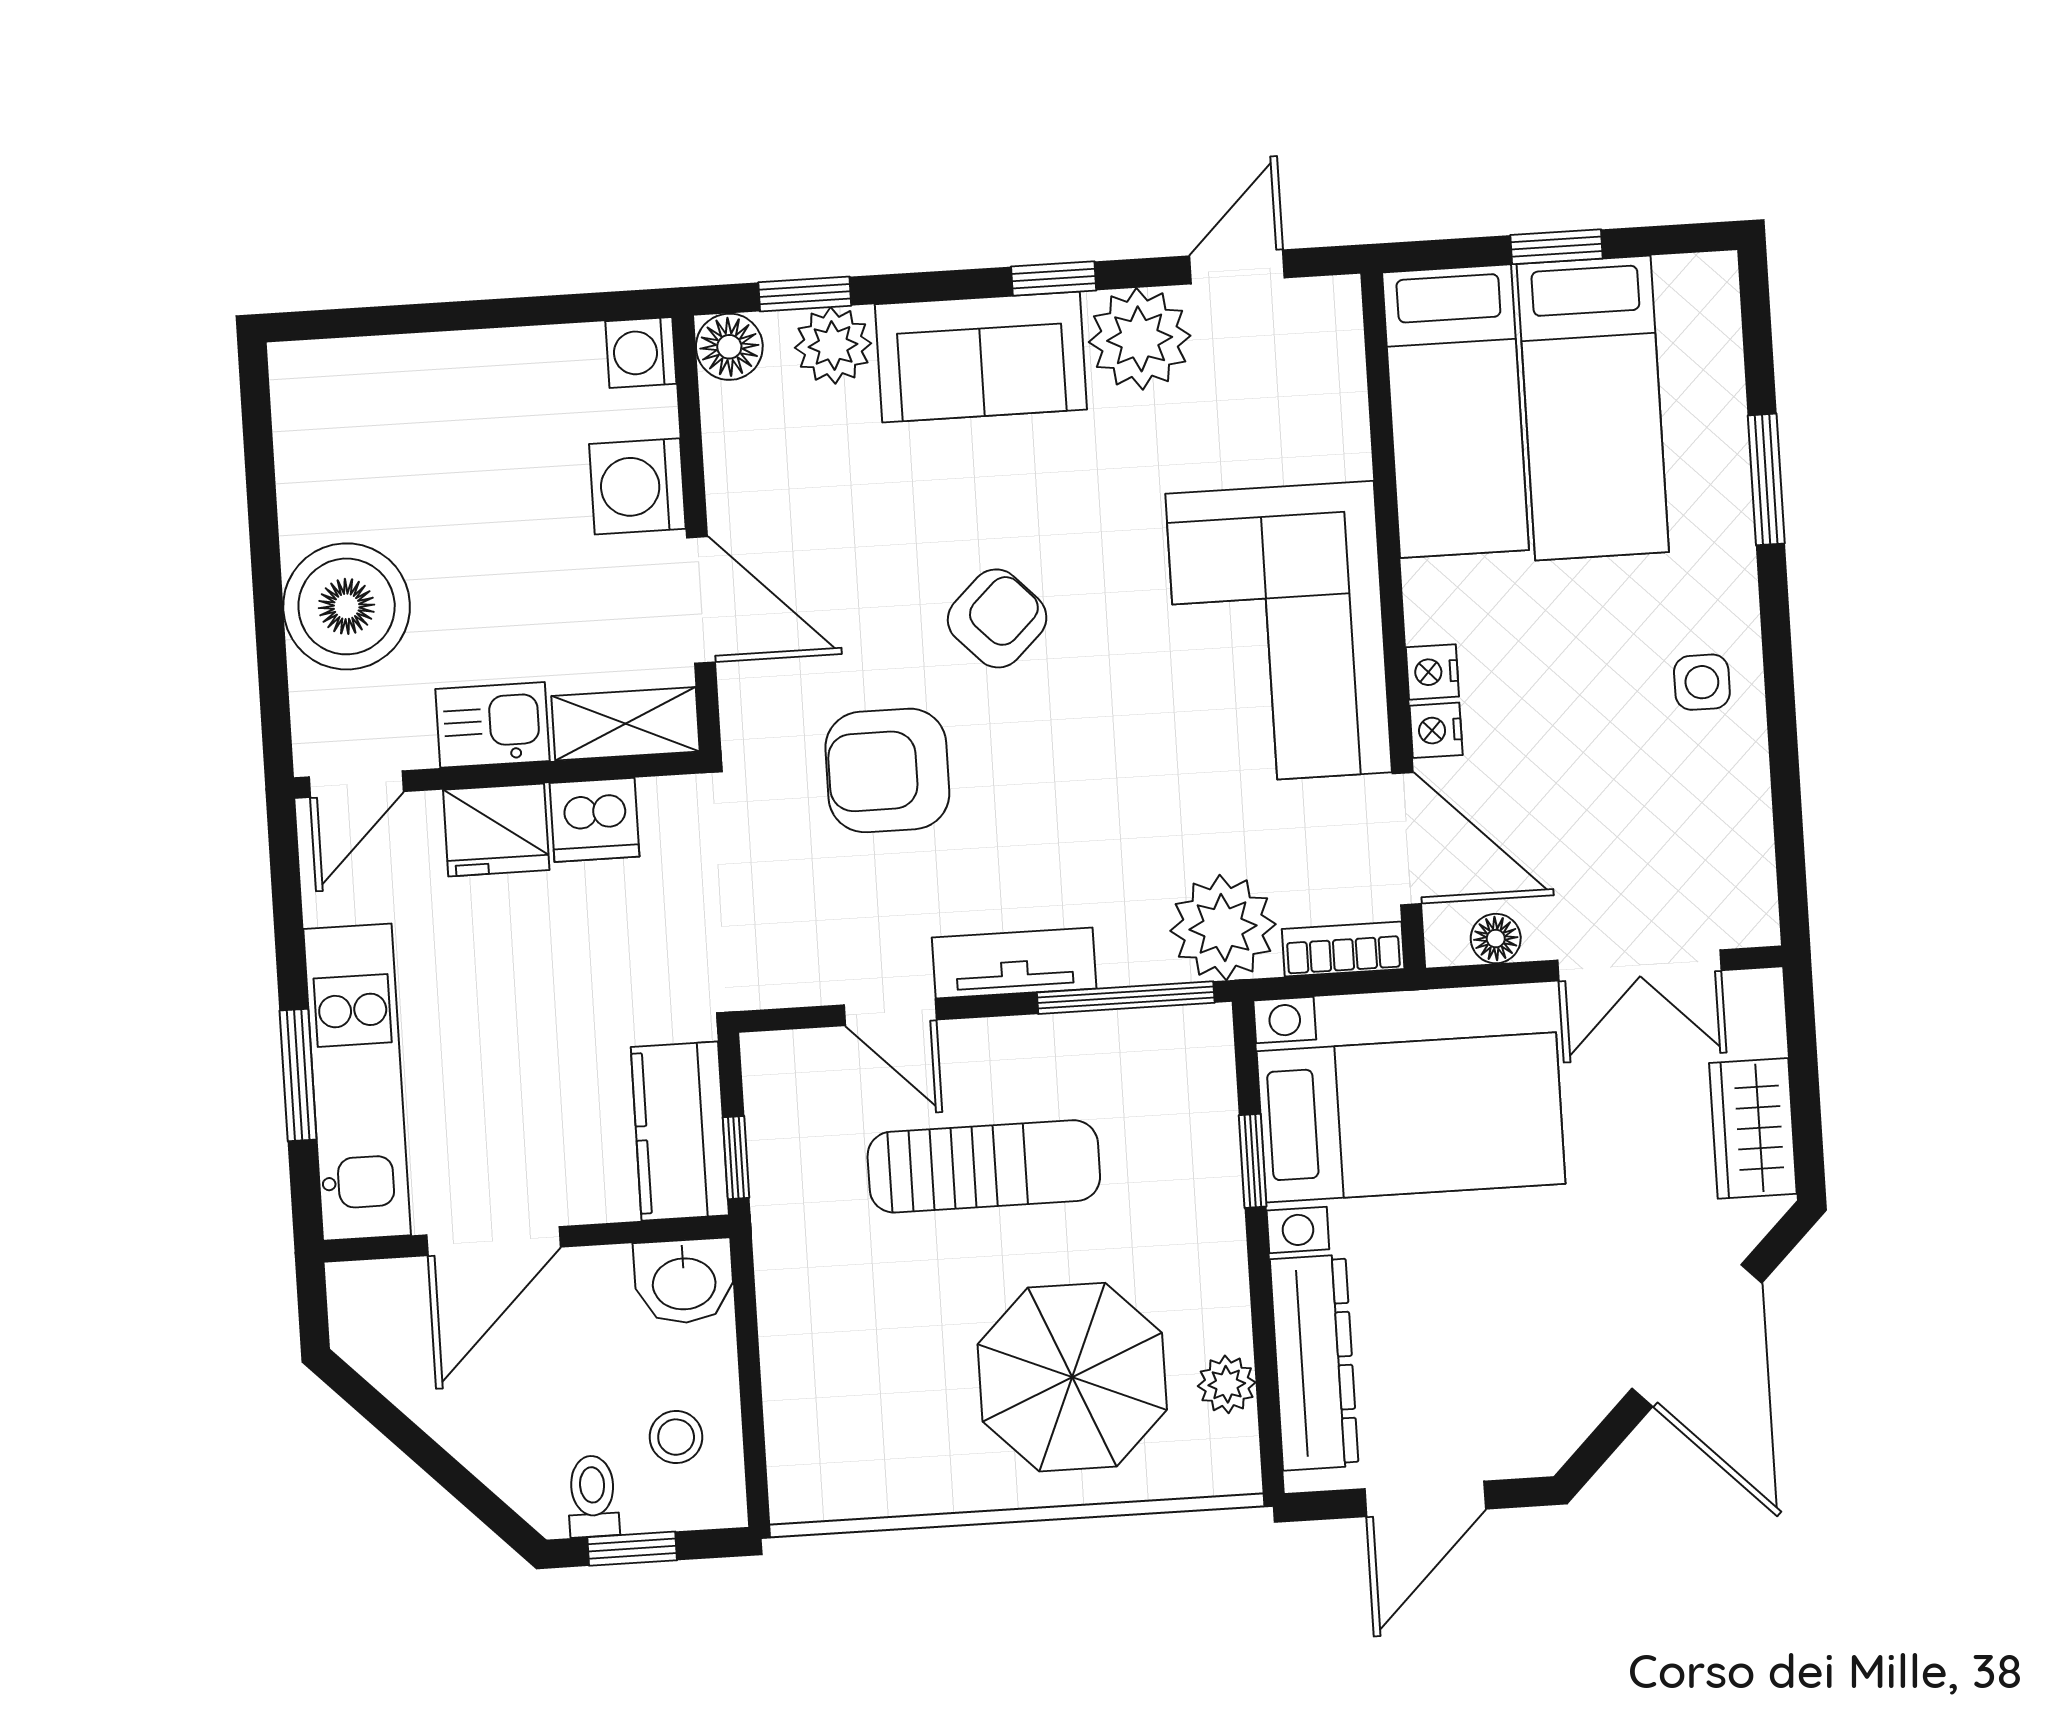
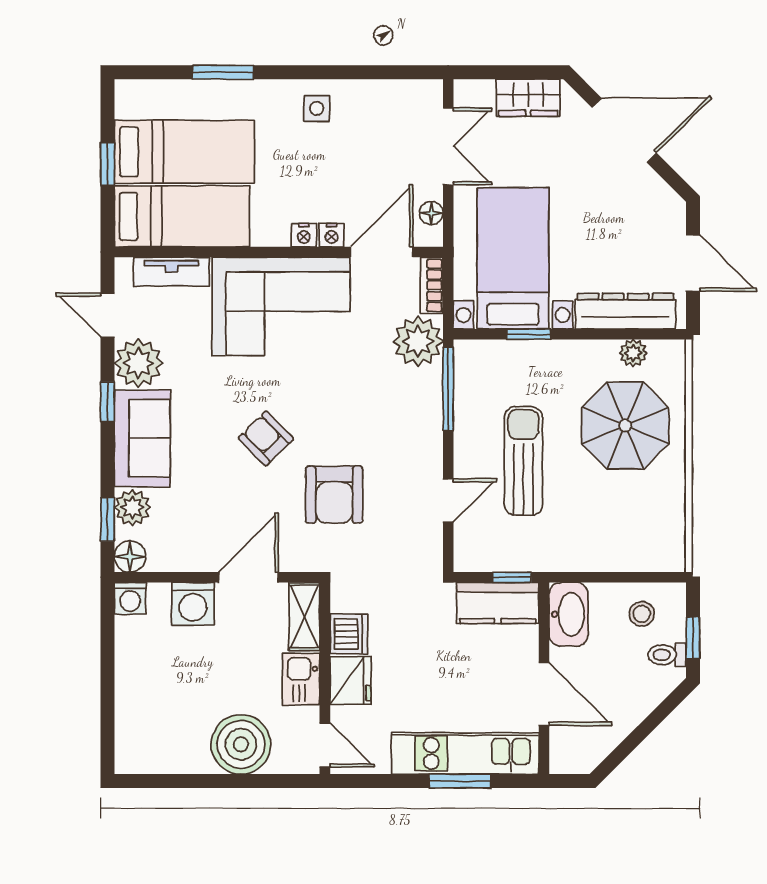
tv unit: (1014, 963) -> (171, 272), moved, turned -90
washbasin: (684, 1281) -> (569, 614), width x1.38

